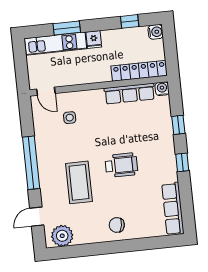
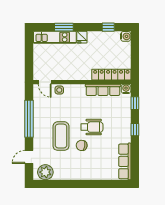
locker: (139, 71) -> (111, 75), moved
wall: (99, 86) -> (82, 82), moved
water cooler: (162, 89) -> (126, 89), moved
door: (46, 91) -> (45, 82), moved
row of seats: (130, 94) -> (103, 90), moved
chair: (117, 225) -> (82, 145), moved

